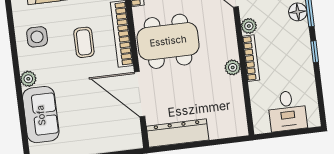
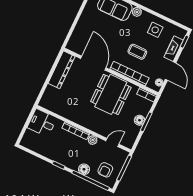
plant: (233, 67) -> (77, 119), removed
door: (140, 94) -> (93, 63), hinge flipped
desk: (287, 111) -> (42, 123), moved

